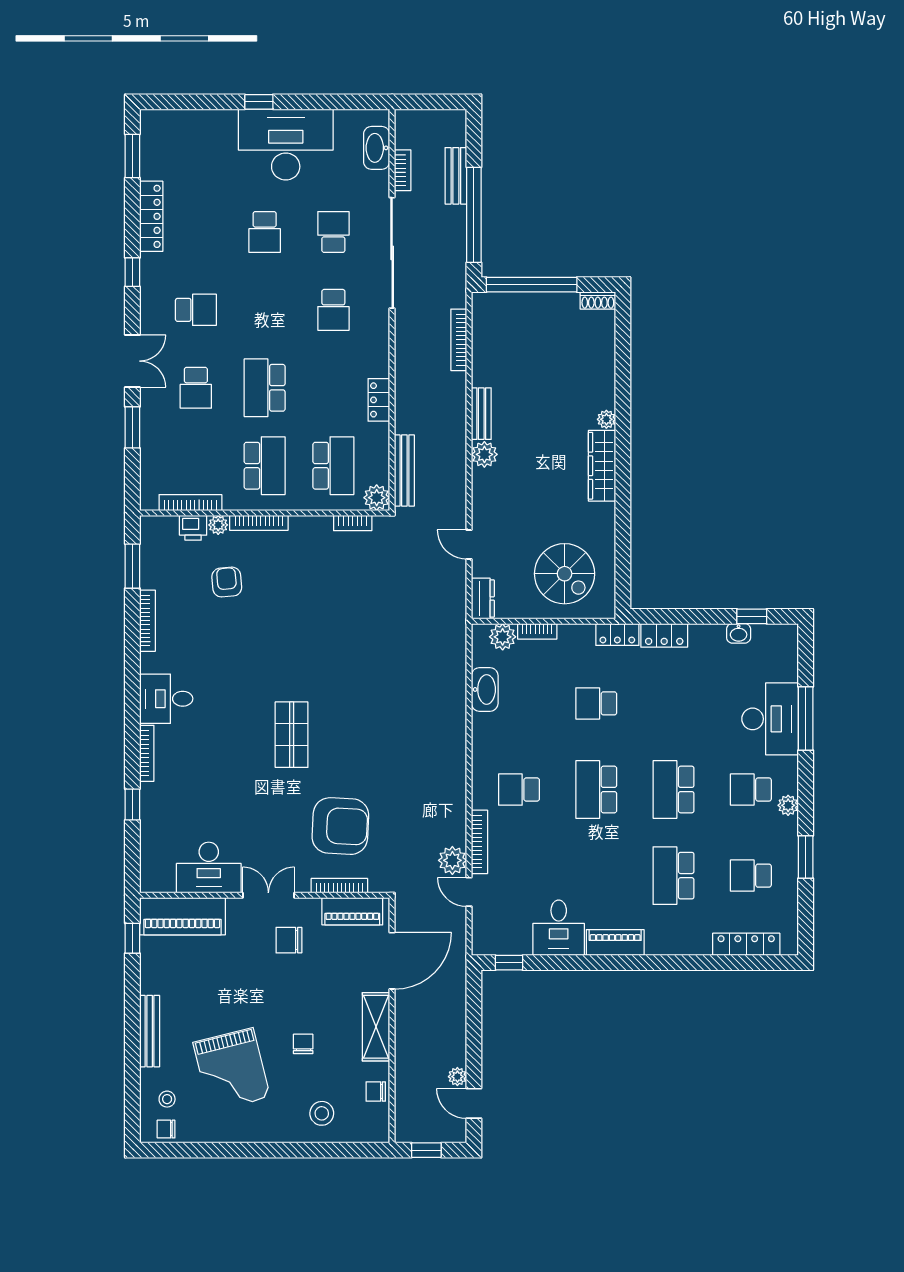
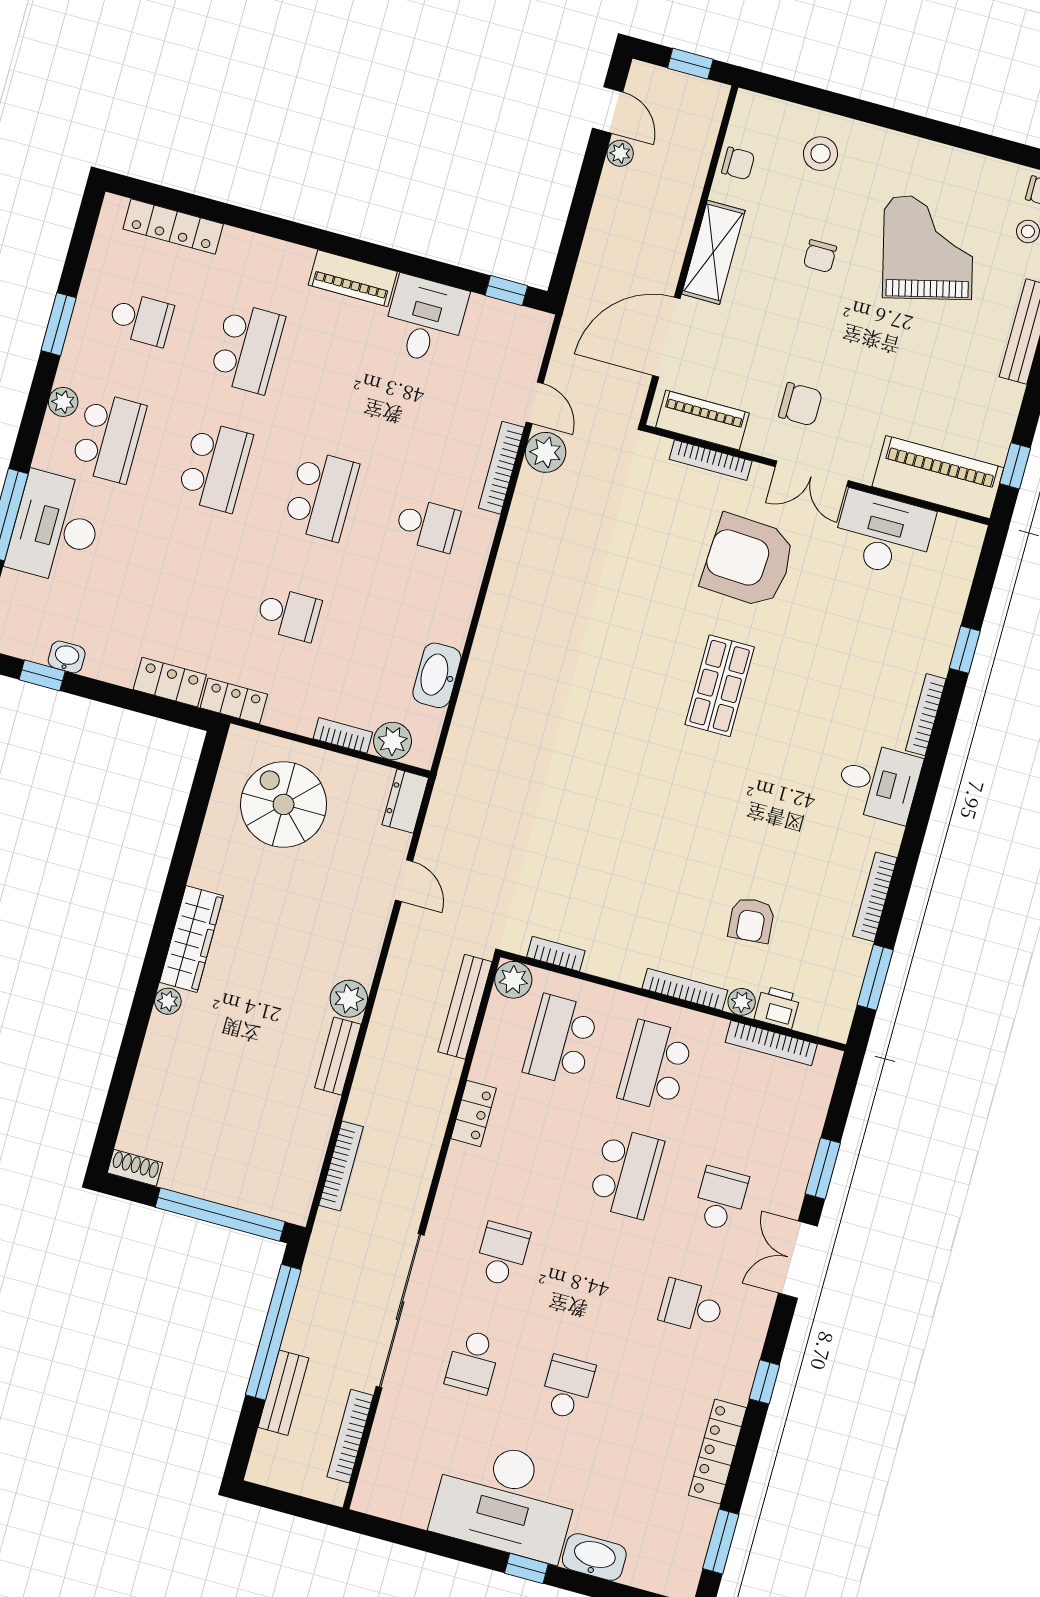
washbasin: (377, 148) -> (594, 1557), moved, turned -90
bookcase: (403, 170) -> (350, 1436), width x1.56
school desk: (751, 790) -> (109, 438), width x1.85
armchair: (340, 826) -> (748, 561), moved

